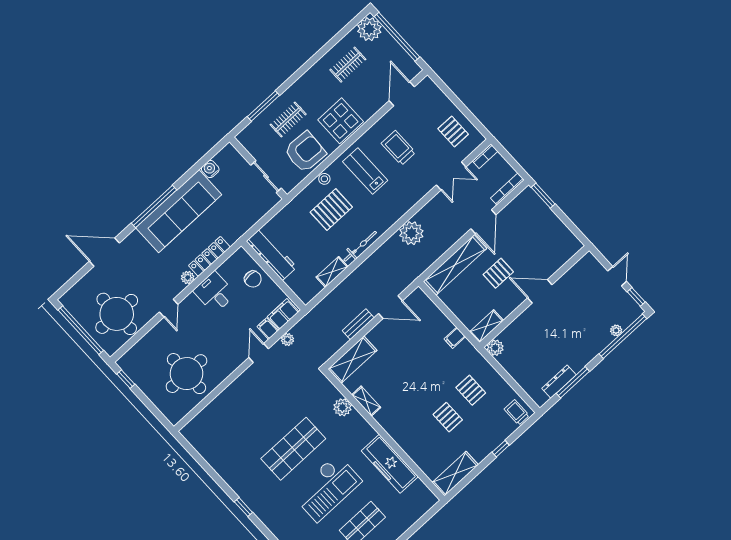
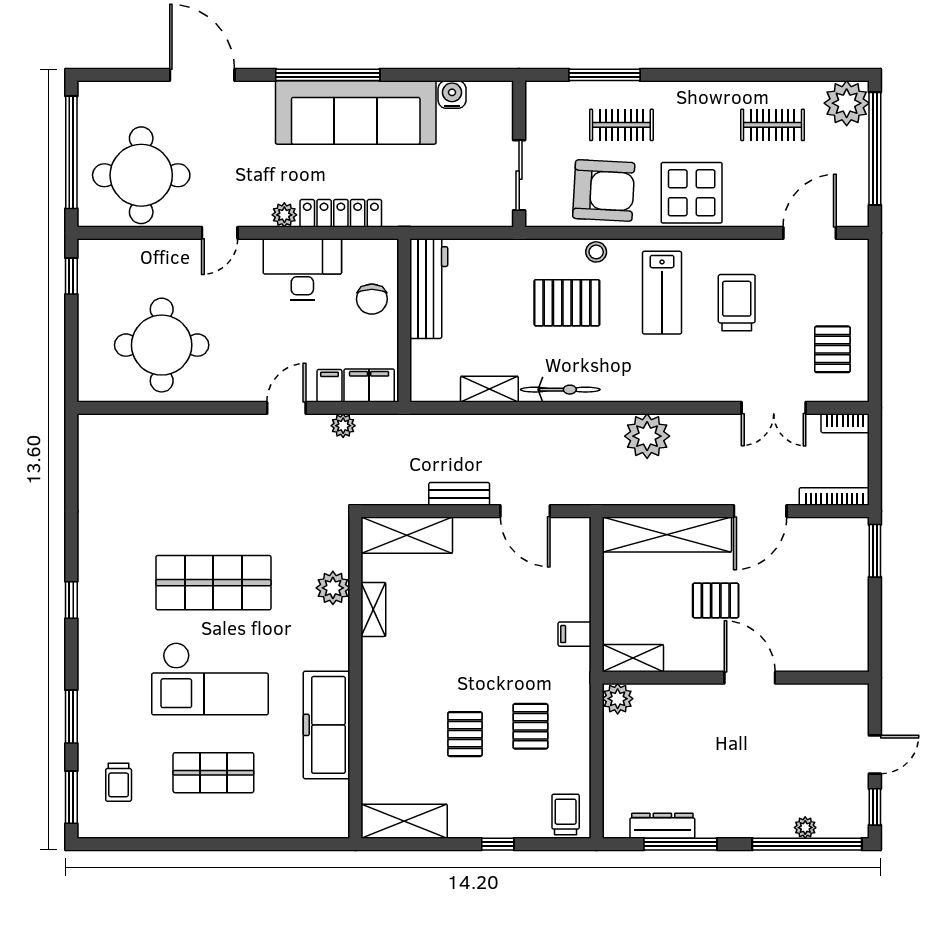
lab bench: (365, 171) -> (662, 293), turned 180
desk: (215, 292) -> (302, 269), width x1.37

